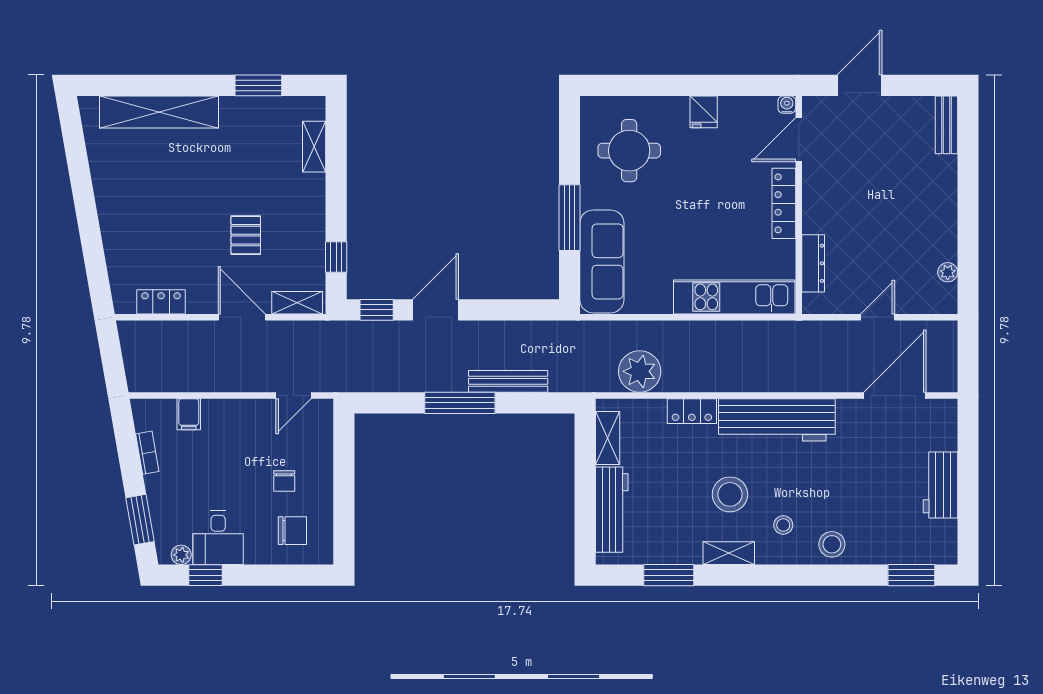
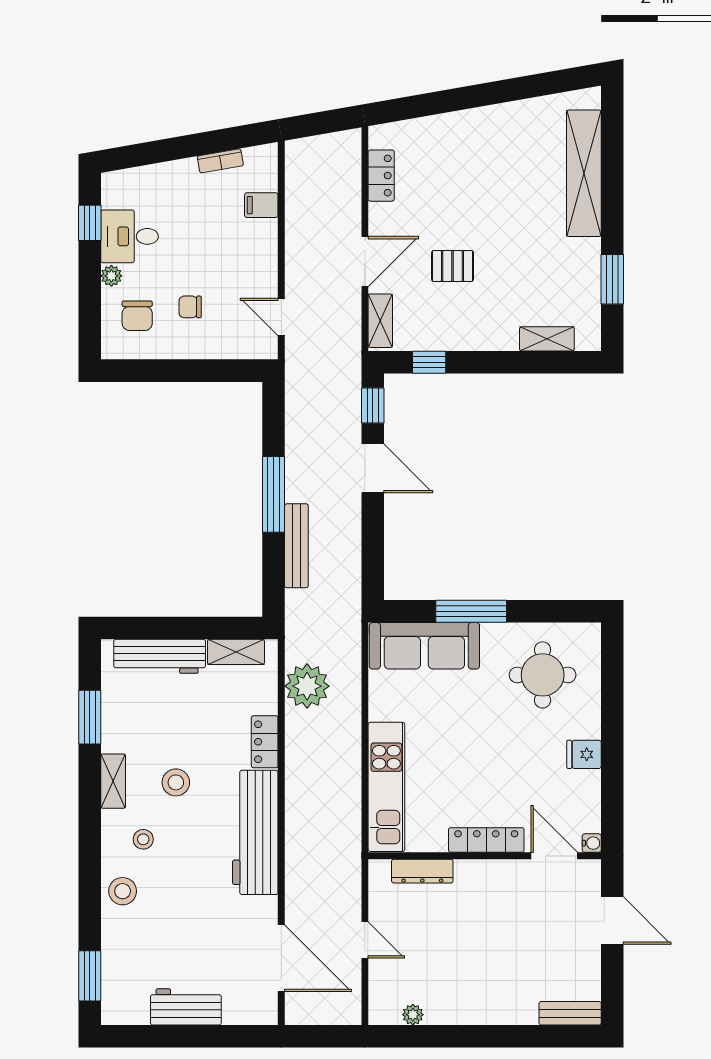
stool: (730, 494) -> (176, 782), width x0.73, depth x0.73
window: (140, 520) -> (149, 153), removed
plant: (181, 555) -> (111, 276), moved

